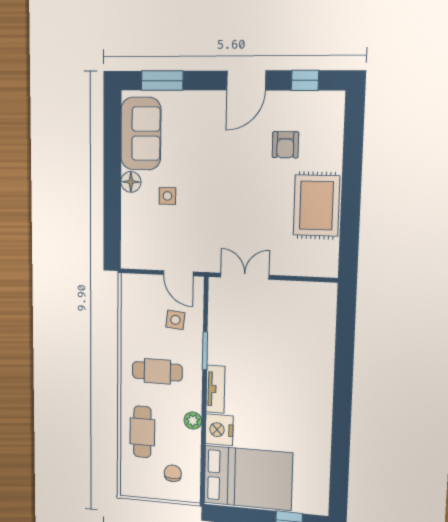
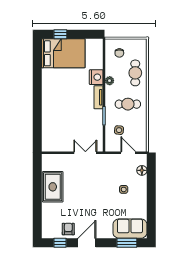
sofa: (141, 134) -> (130, 229), moved, turned 90
armchair: (285, 145) -> (68, 229), moved
floor lamp: (131, 182) -> (142, 170), moved
door: (178, 273) -> (128, 153), moved
double door: (245, 276) -> (85, 153), swing flipped
bed: (248, 478) -> (63, 53), moved, turned 180

